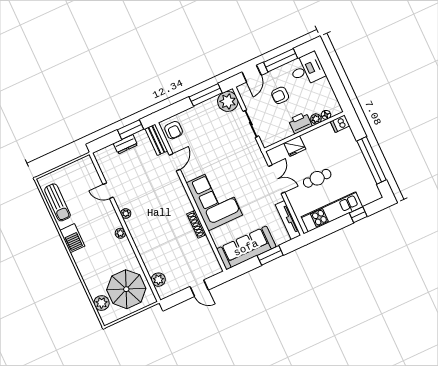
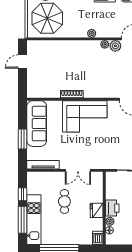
fridge: (295, 146) -> (97, 210), moved
kitchen unit: (332, 212) -> (34, 220), moved
window: (358, 215) -> (23, 220), width x2.17
window: (330, 228) -> (23, 194), added
plant: (158, 280) -> (115, 46), moved
door: (199, 288) -> (23, 61), moved

